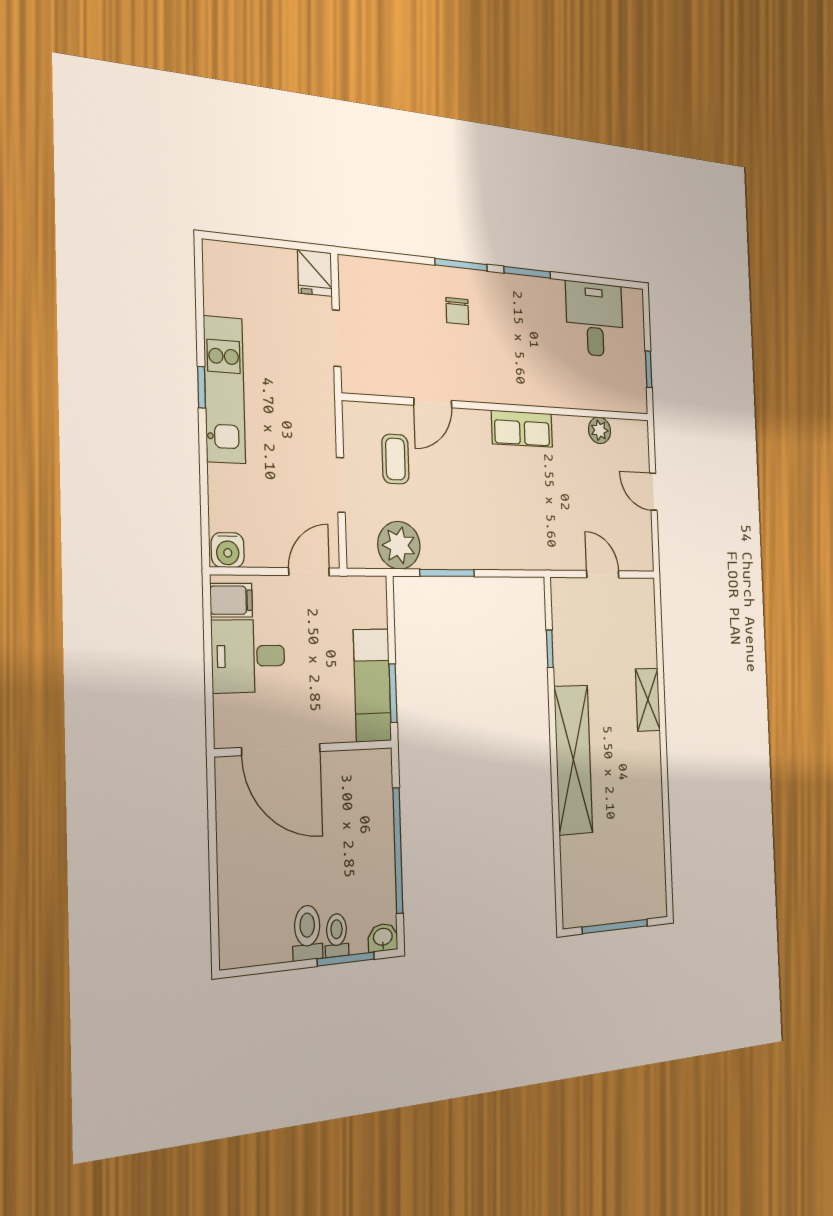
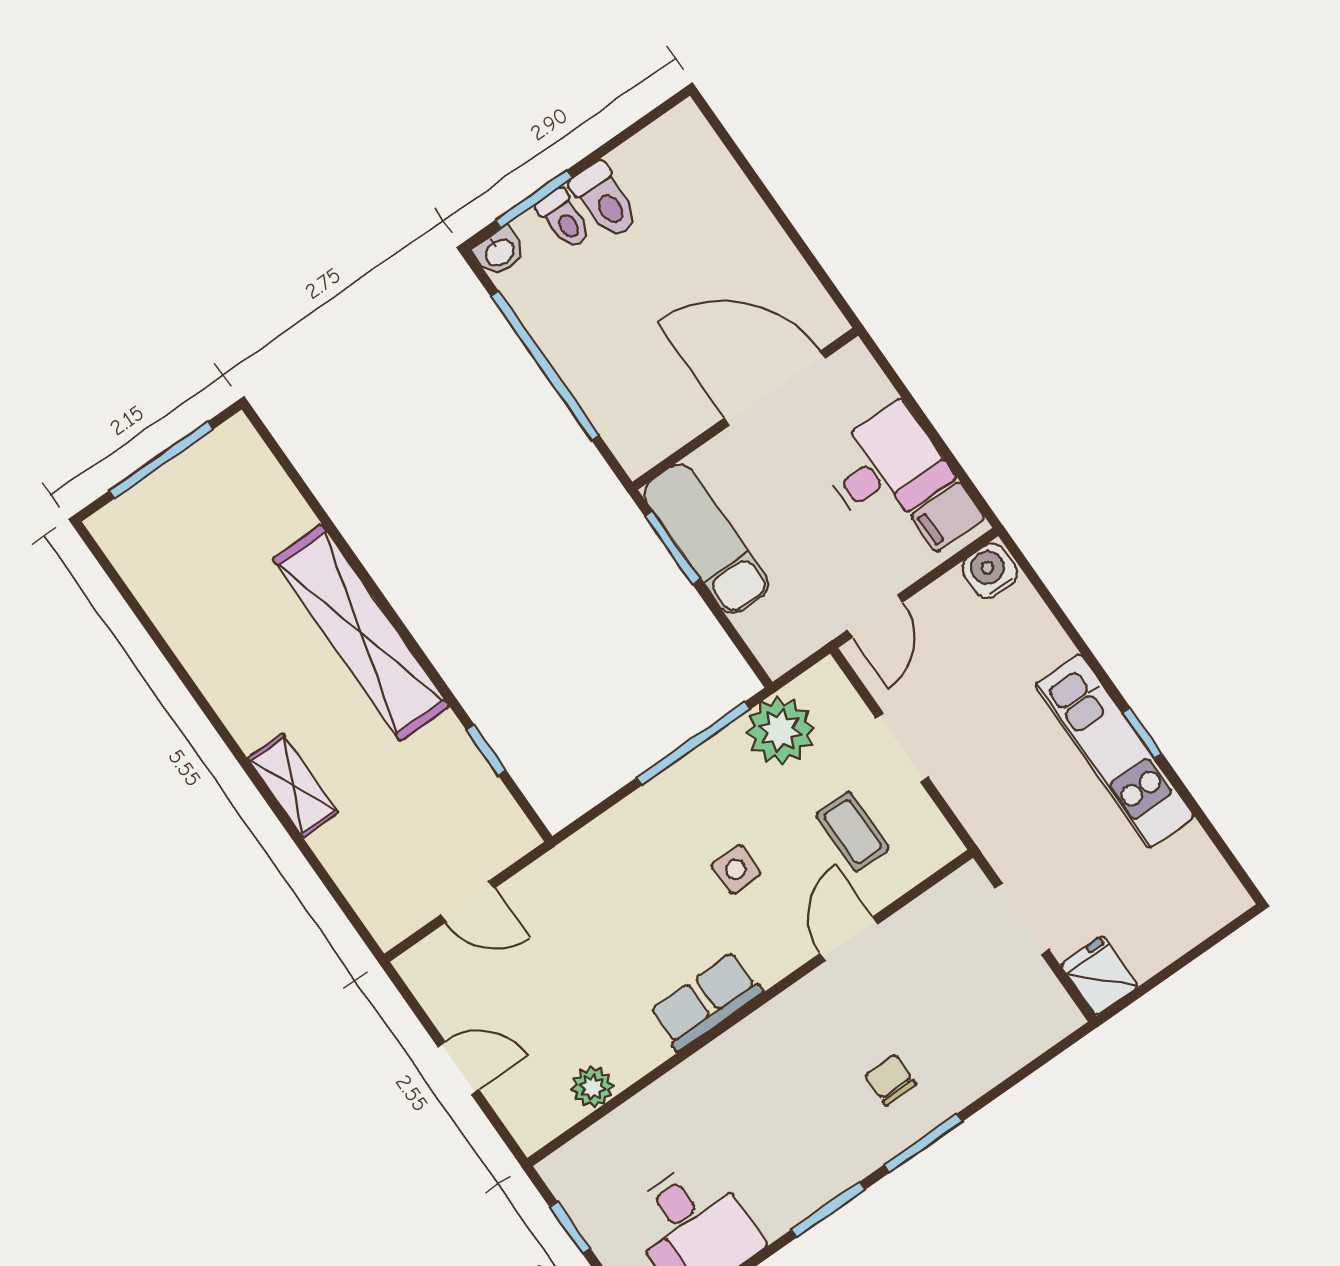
side table: (467, 487) -> (736, 869), added
window: (447, 573) -> (693, 743), width x1.44

